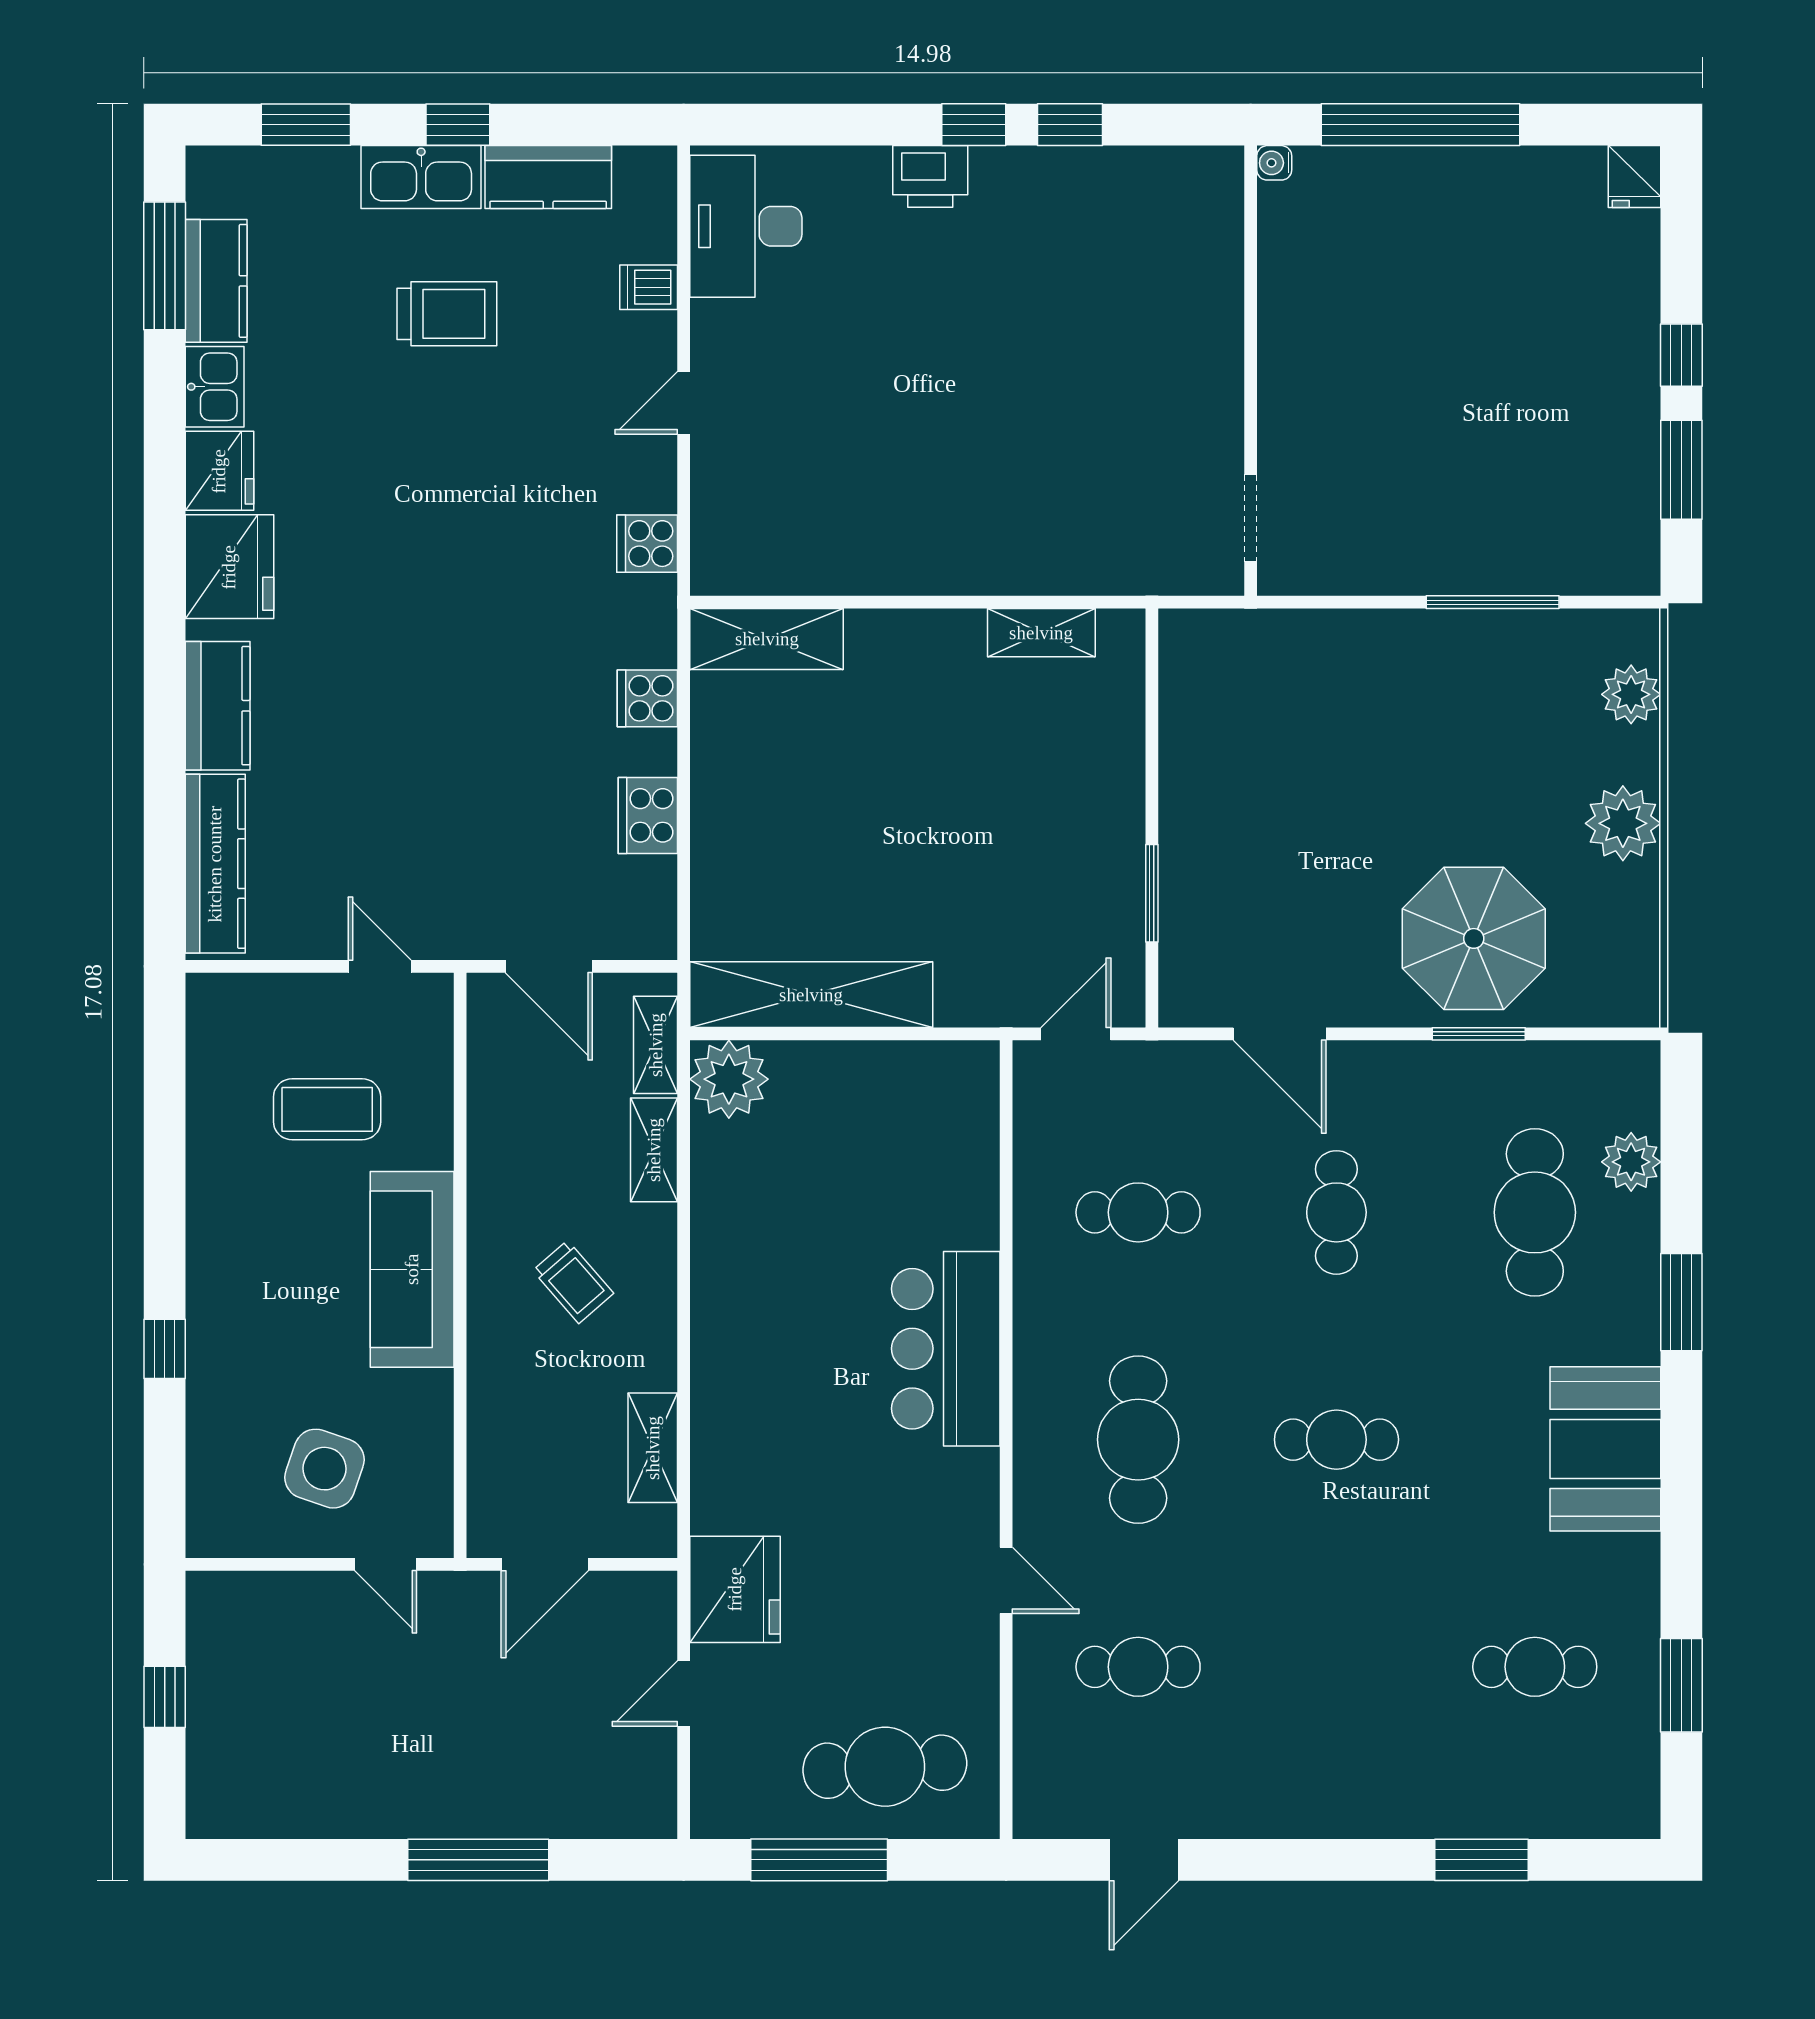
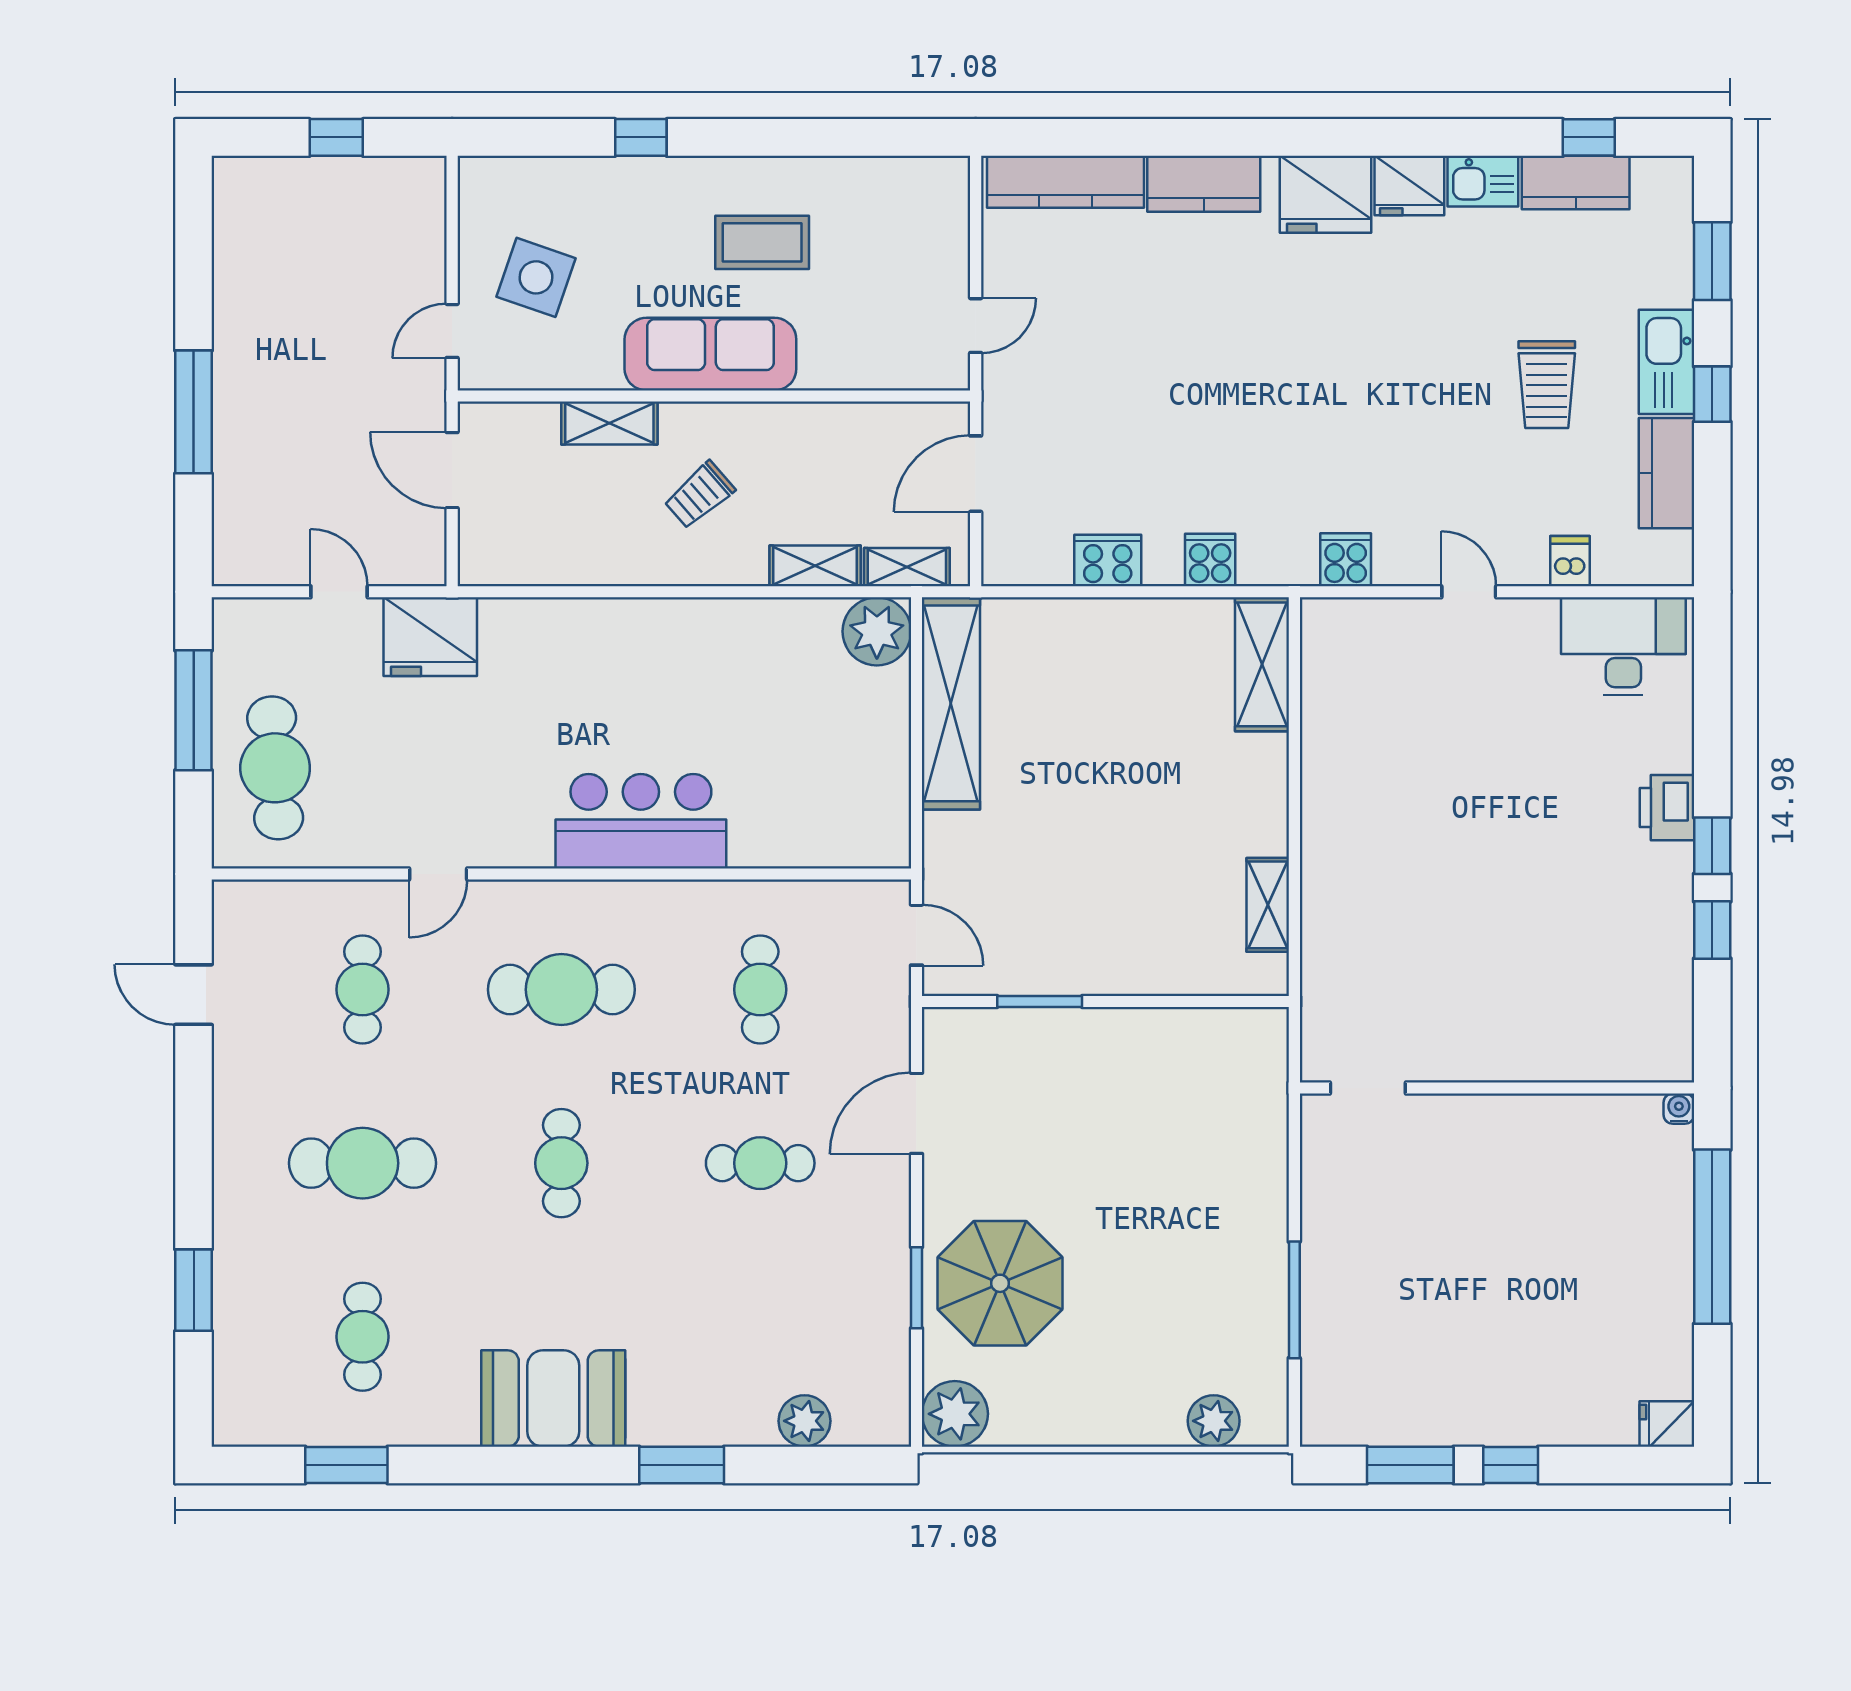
window: (165, 266) -> (1589, 137), width x0.46
plant: (1623, 823) -> (955, 1414), moved
coffee table: (327, 1109) -> (762, 242), moved, turned 90
cafe table: (1535, 1212) -> (363, 1163), moved
shelving: (653, 1448) -> (609, 423), moved

